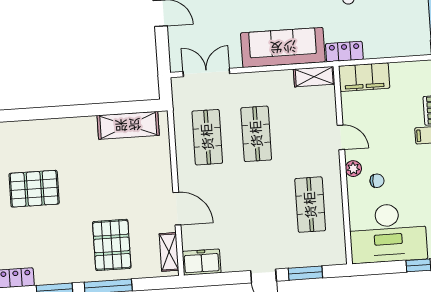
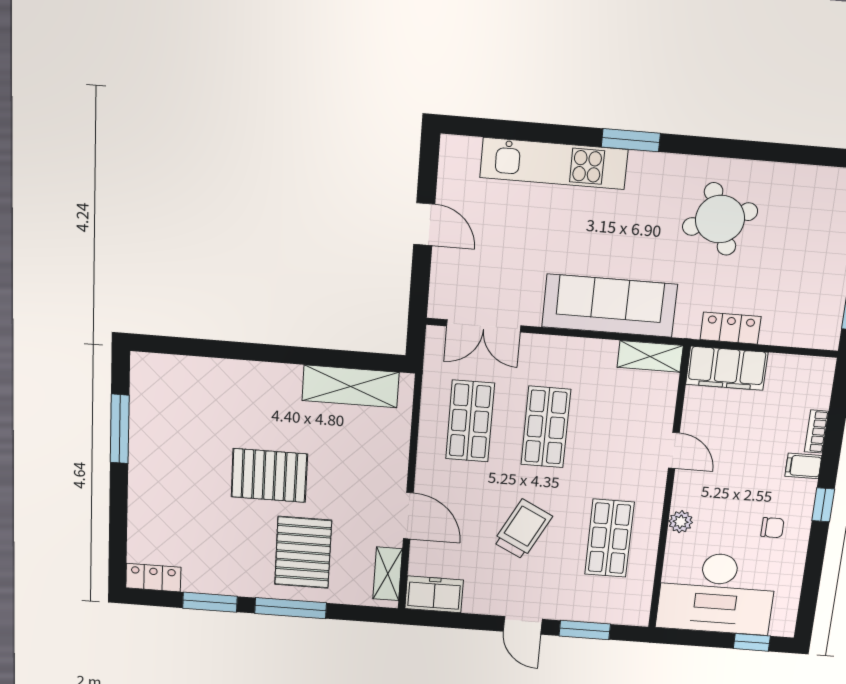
locker: (344, 52) -> (730, 328), moved
double door: (206, 73) -> (484, 326), swing flipped
plant: (353, 169) -> (681, 522), moved
chair: (377, 181) -> (772, 528), moved
pallet: (34, 189) -> (269, 475), moved
trolley: (253, 207) -> (523, 529), added

